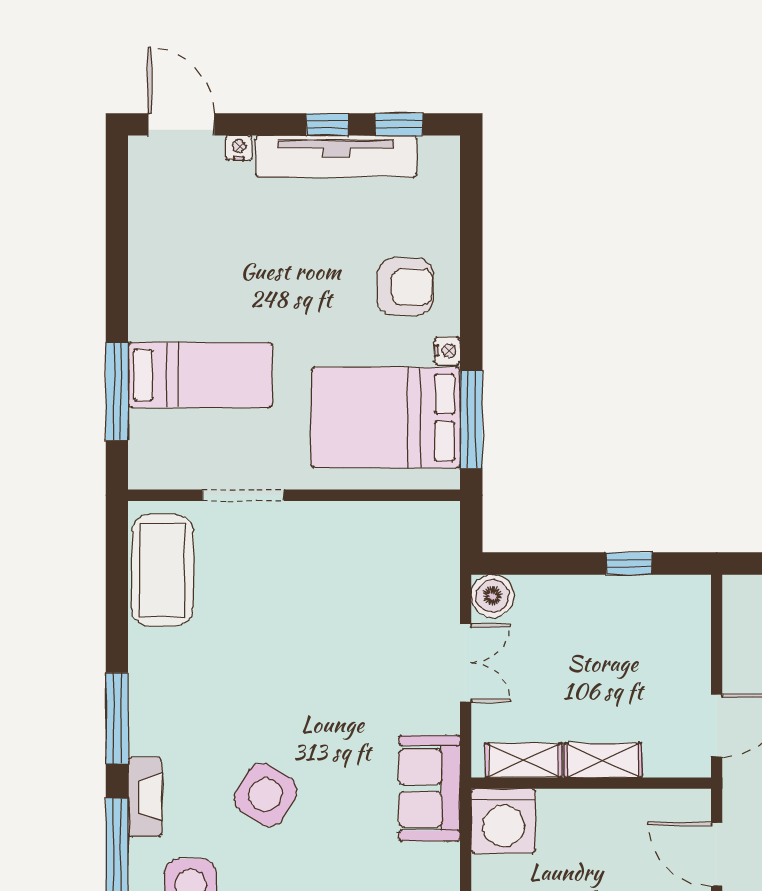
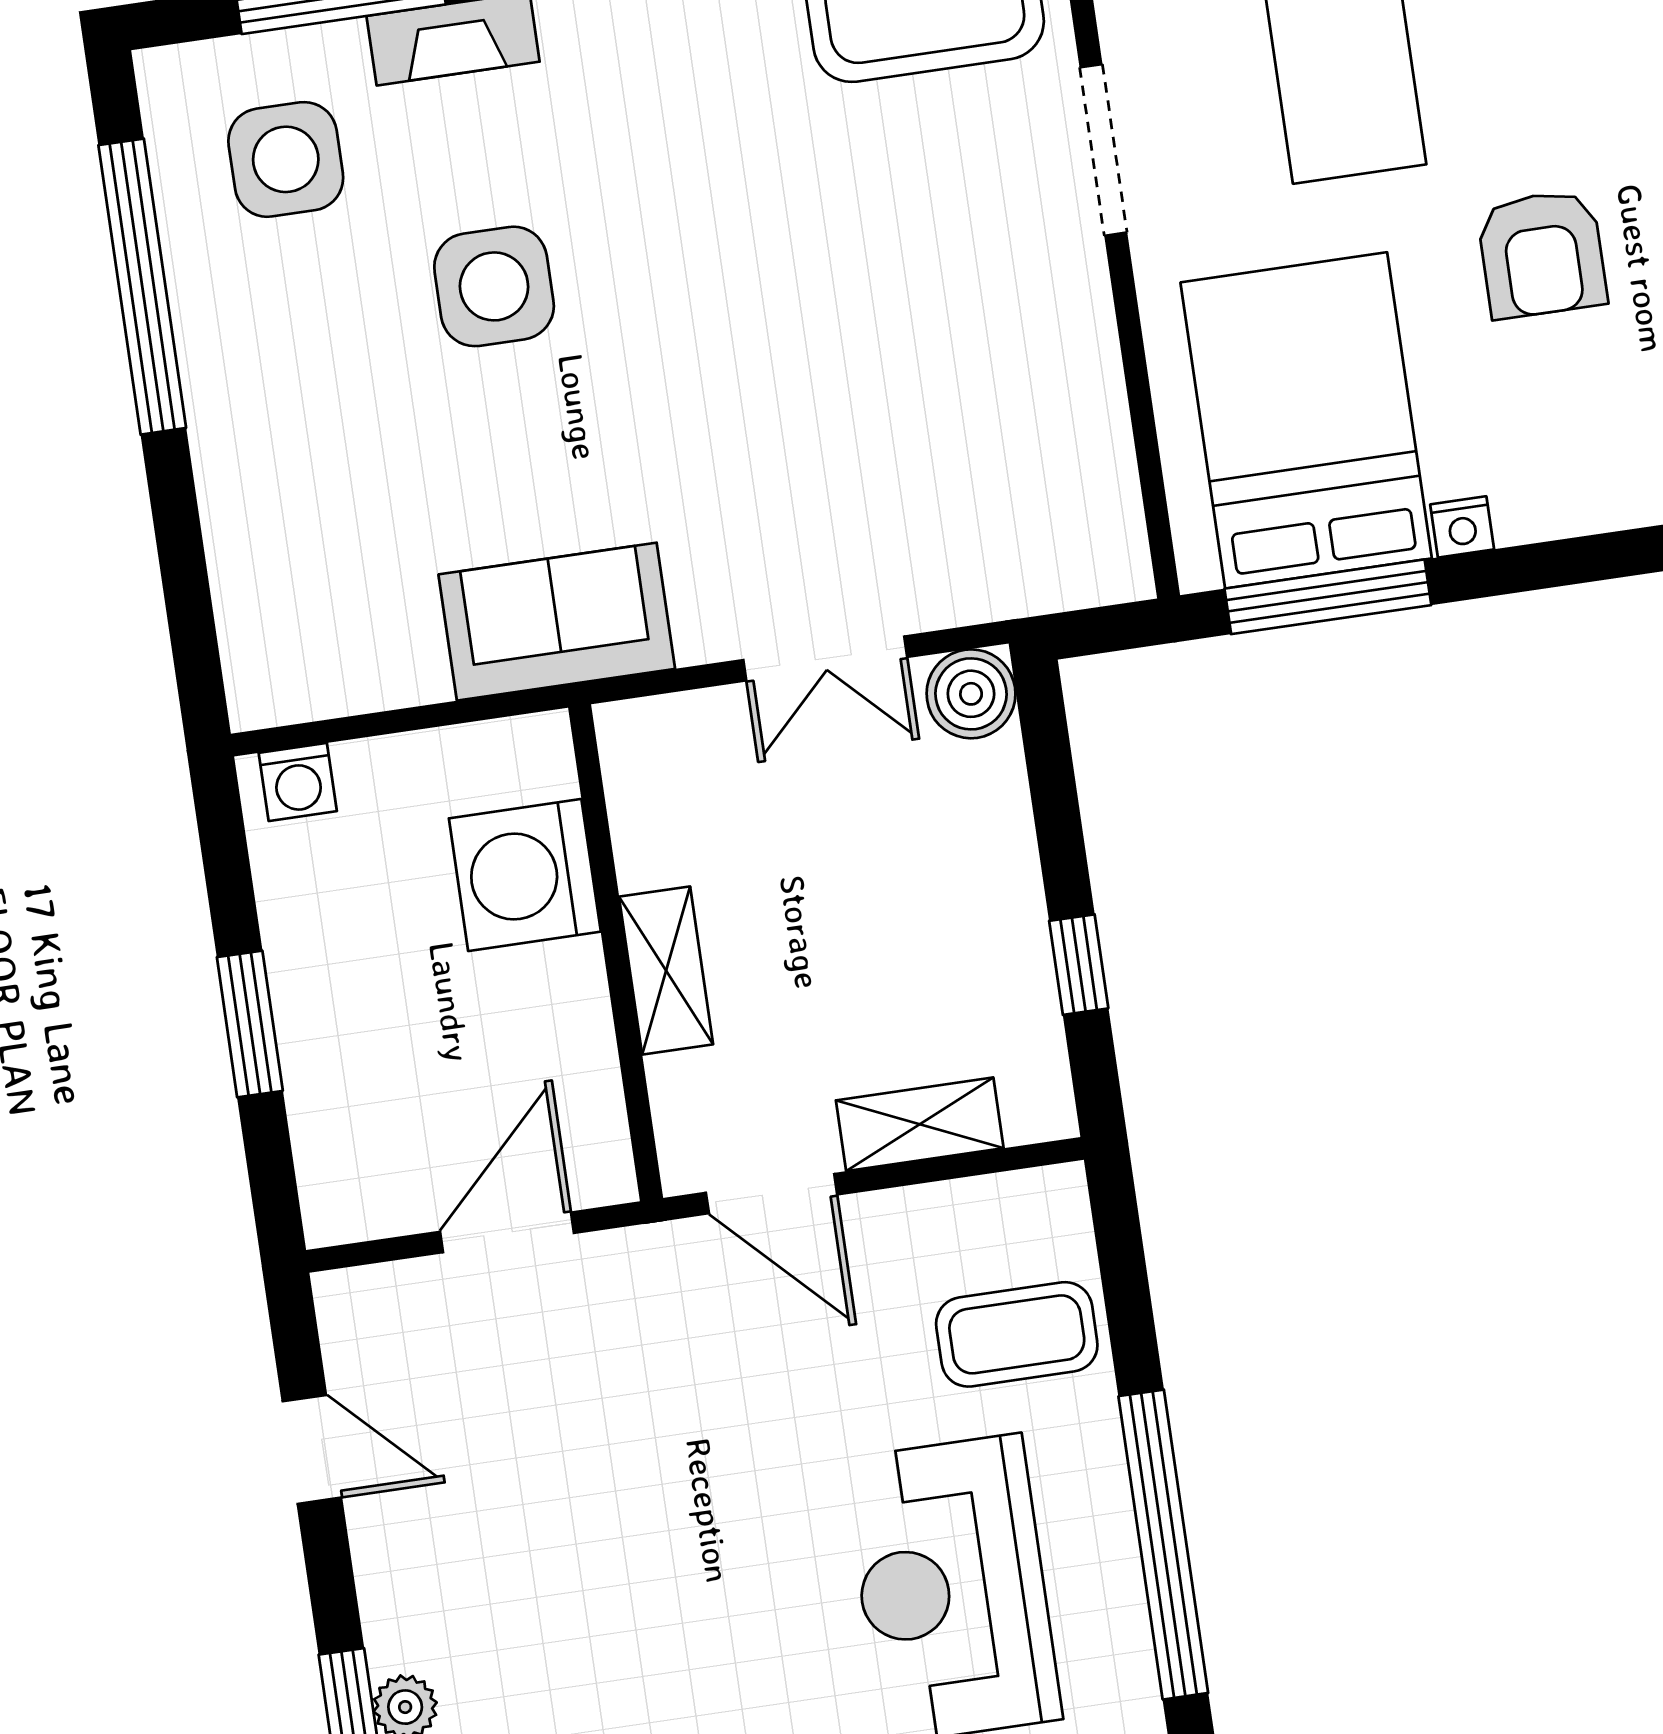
armchair: (405, 287) -> (1542, 254), moved
shelving: (523, 760) -> (920, 1124), moved, turned 90
side table: (266, 795) -> (494, 286), turned -31
washing machine: (503, 821) -> (525, 875), moved

